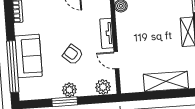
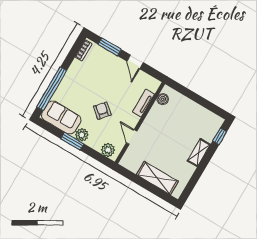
tv unit: (107, 33) -> (144, 103), moved
sofa: (28, 56) -> (61, 118), moved, turned -90

